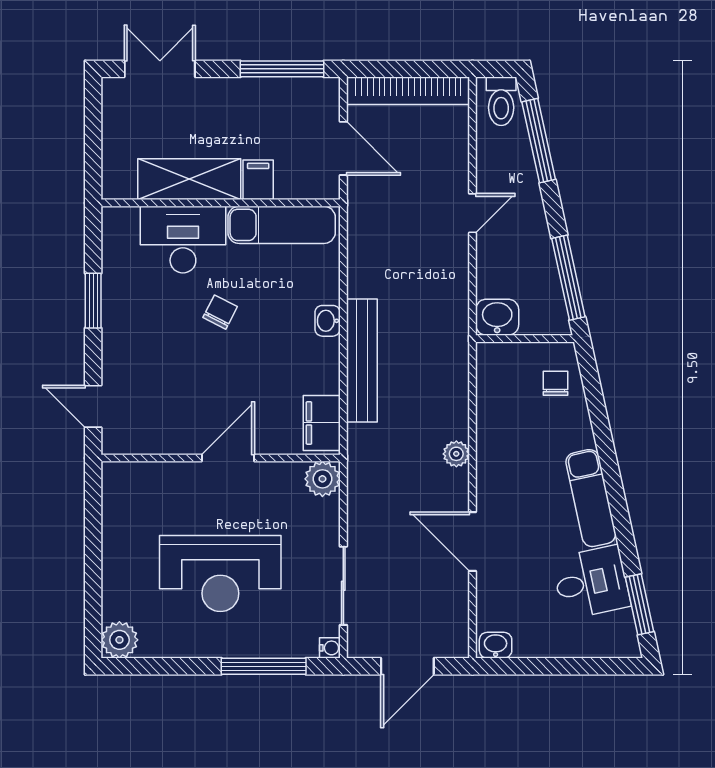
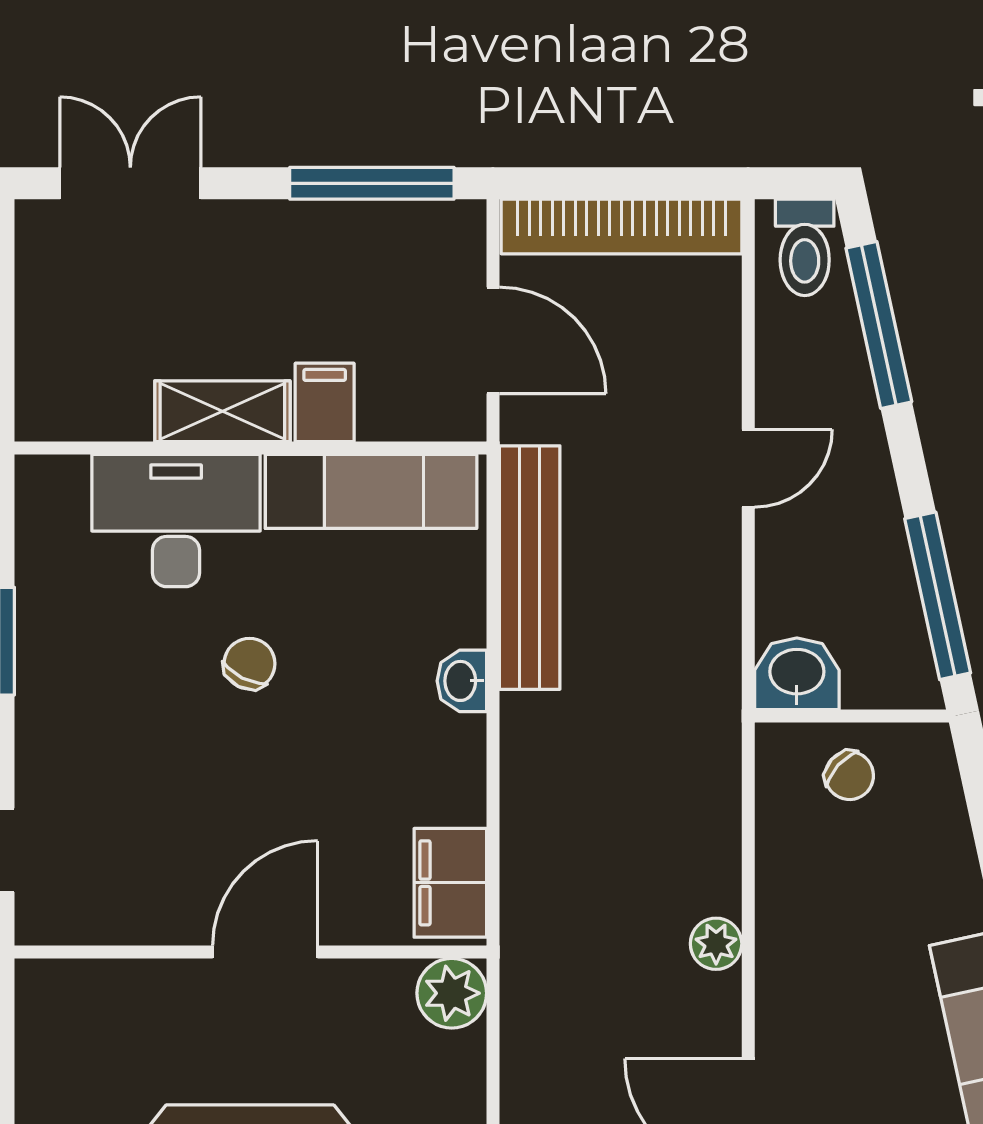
shelving: (189, 179) -> (222, 411), width x0.67, depth x0.75
bench: (362, 361) -> (530, 568), moved
chair: (556, 383) -> (849, 776), moved, turned 132

